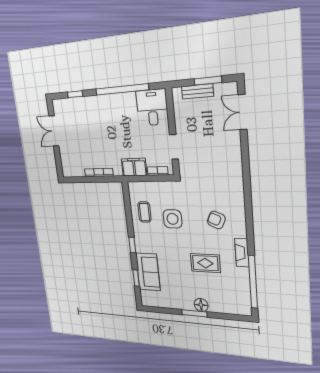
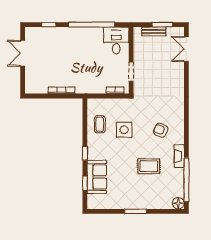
filing cabinet: (134, 167) -> (95, 87), removed
floor lamp: (201, 305) -> (178, 203), moved

